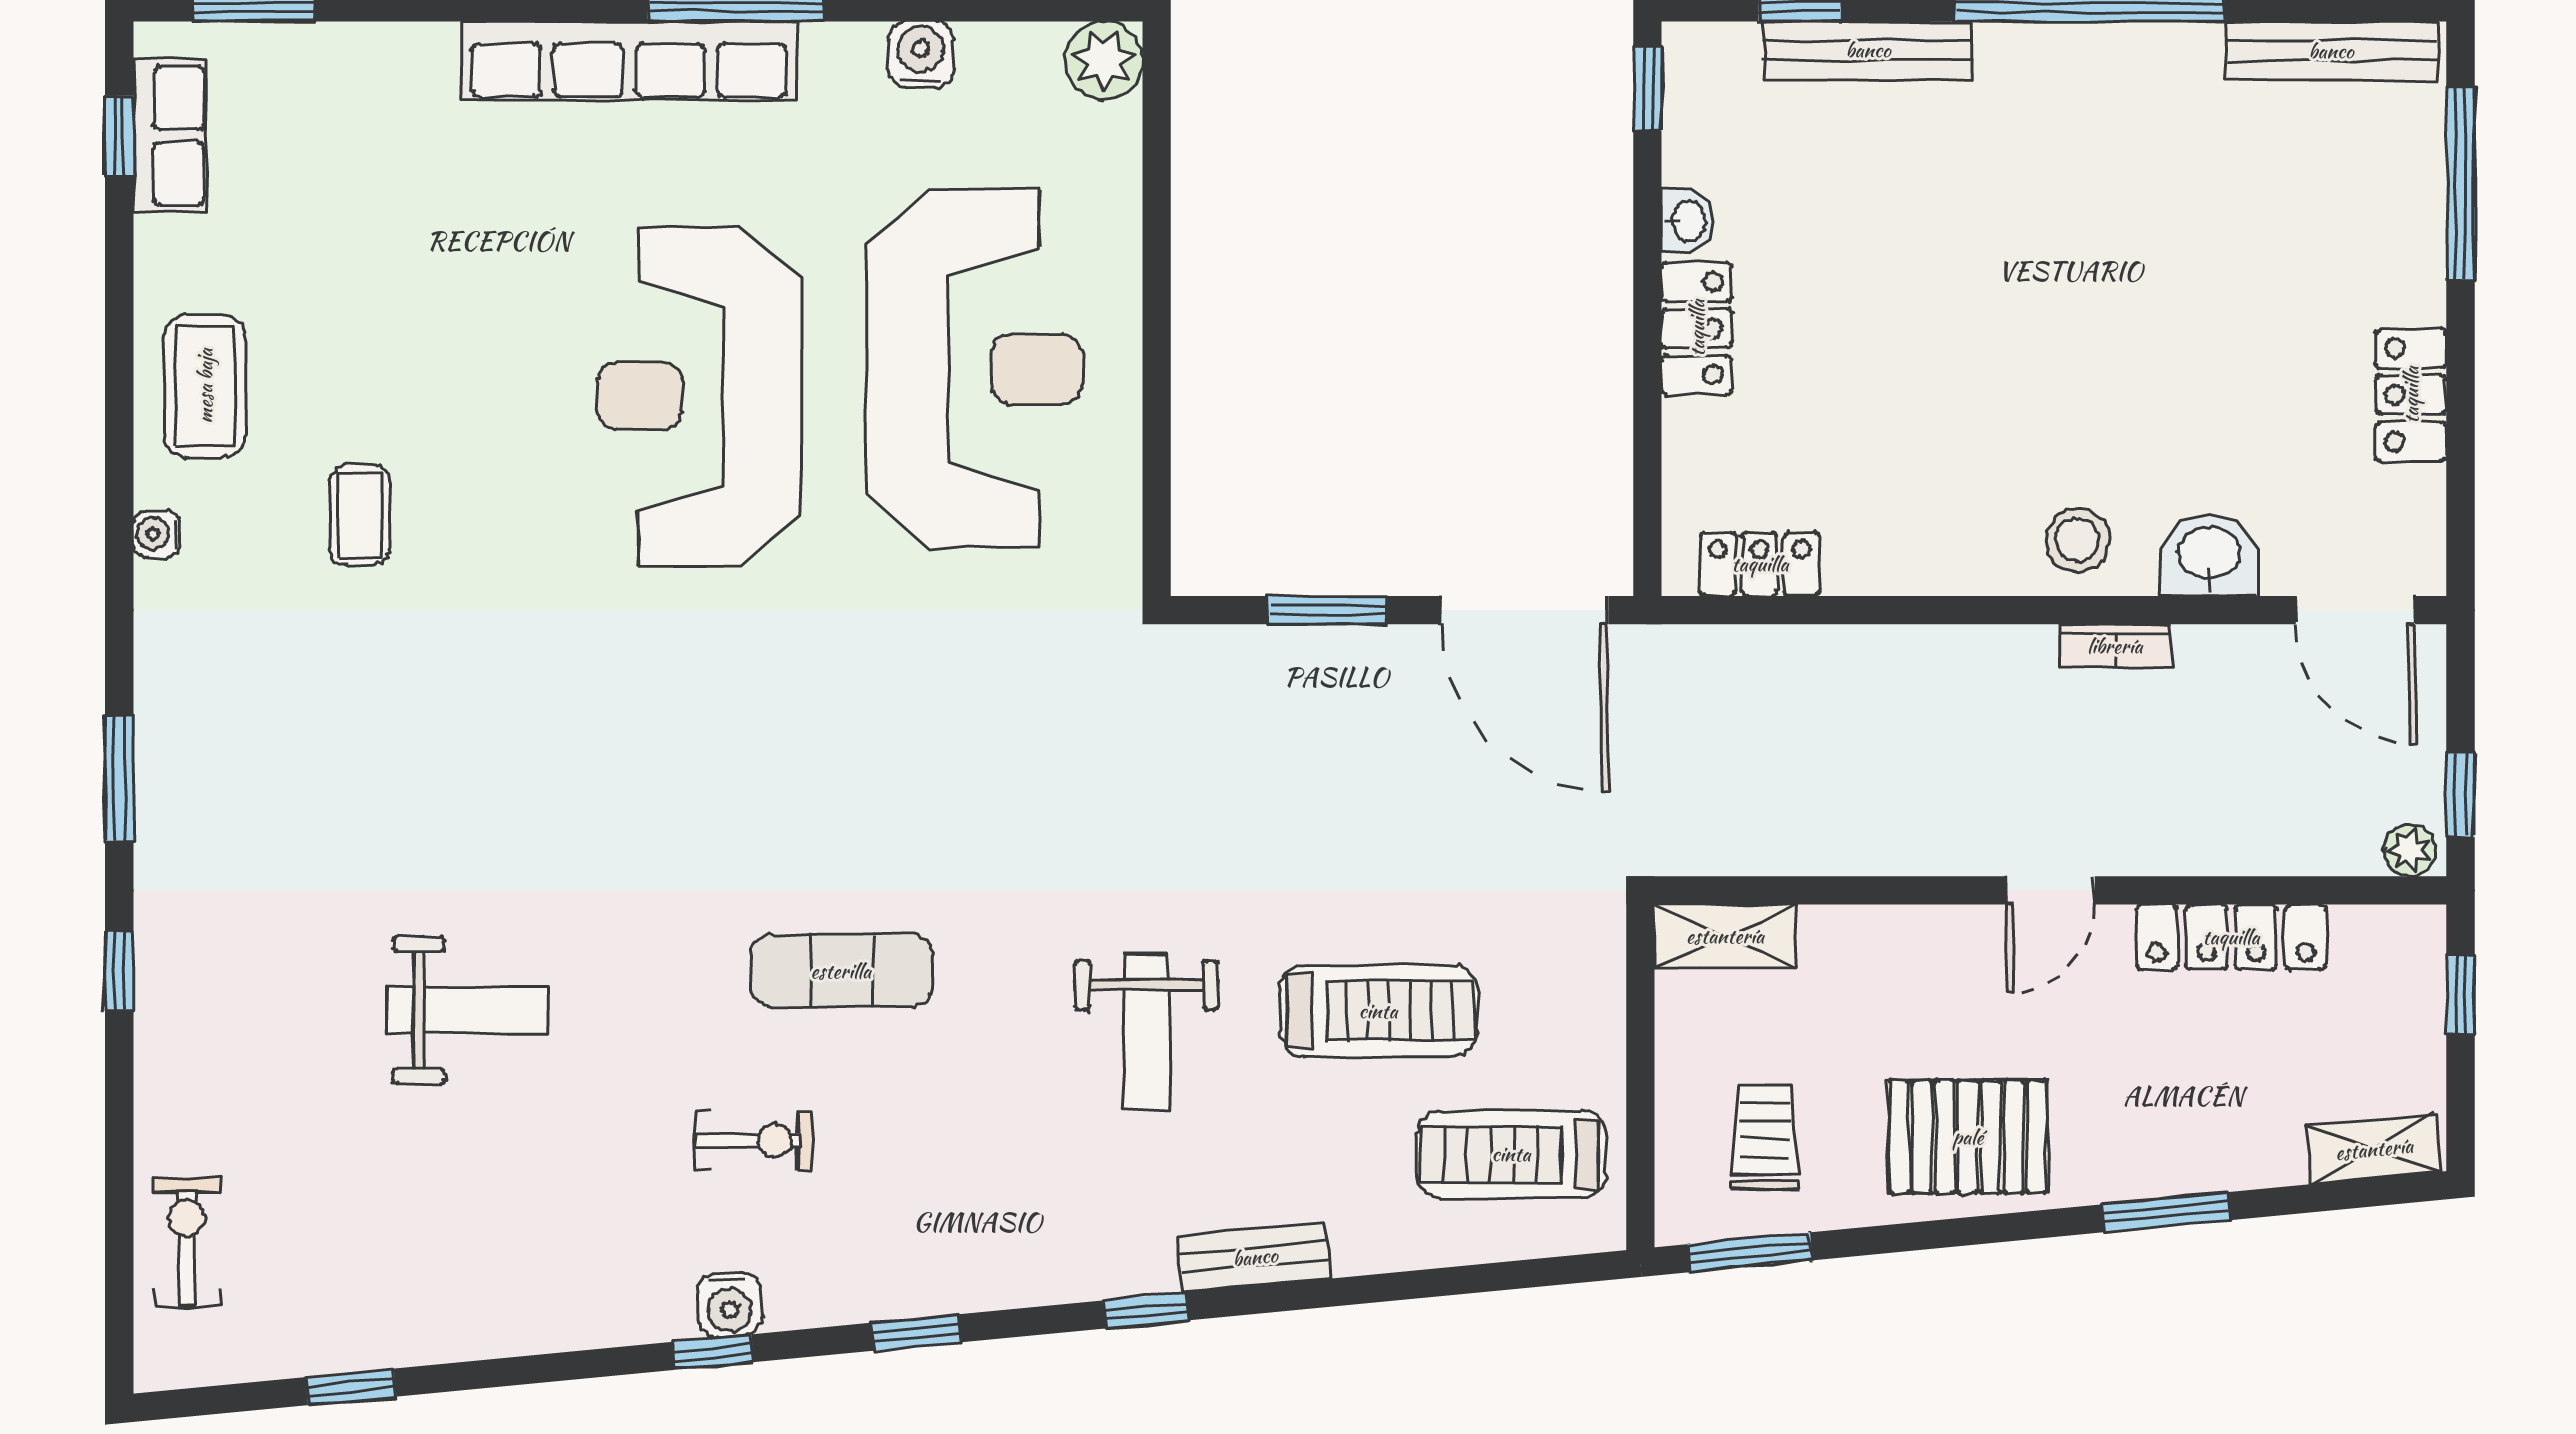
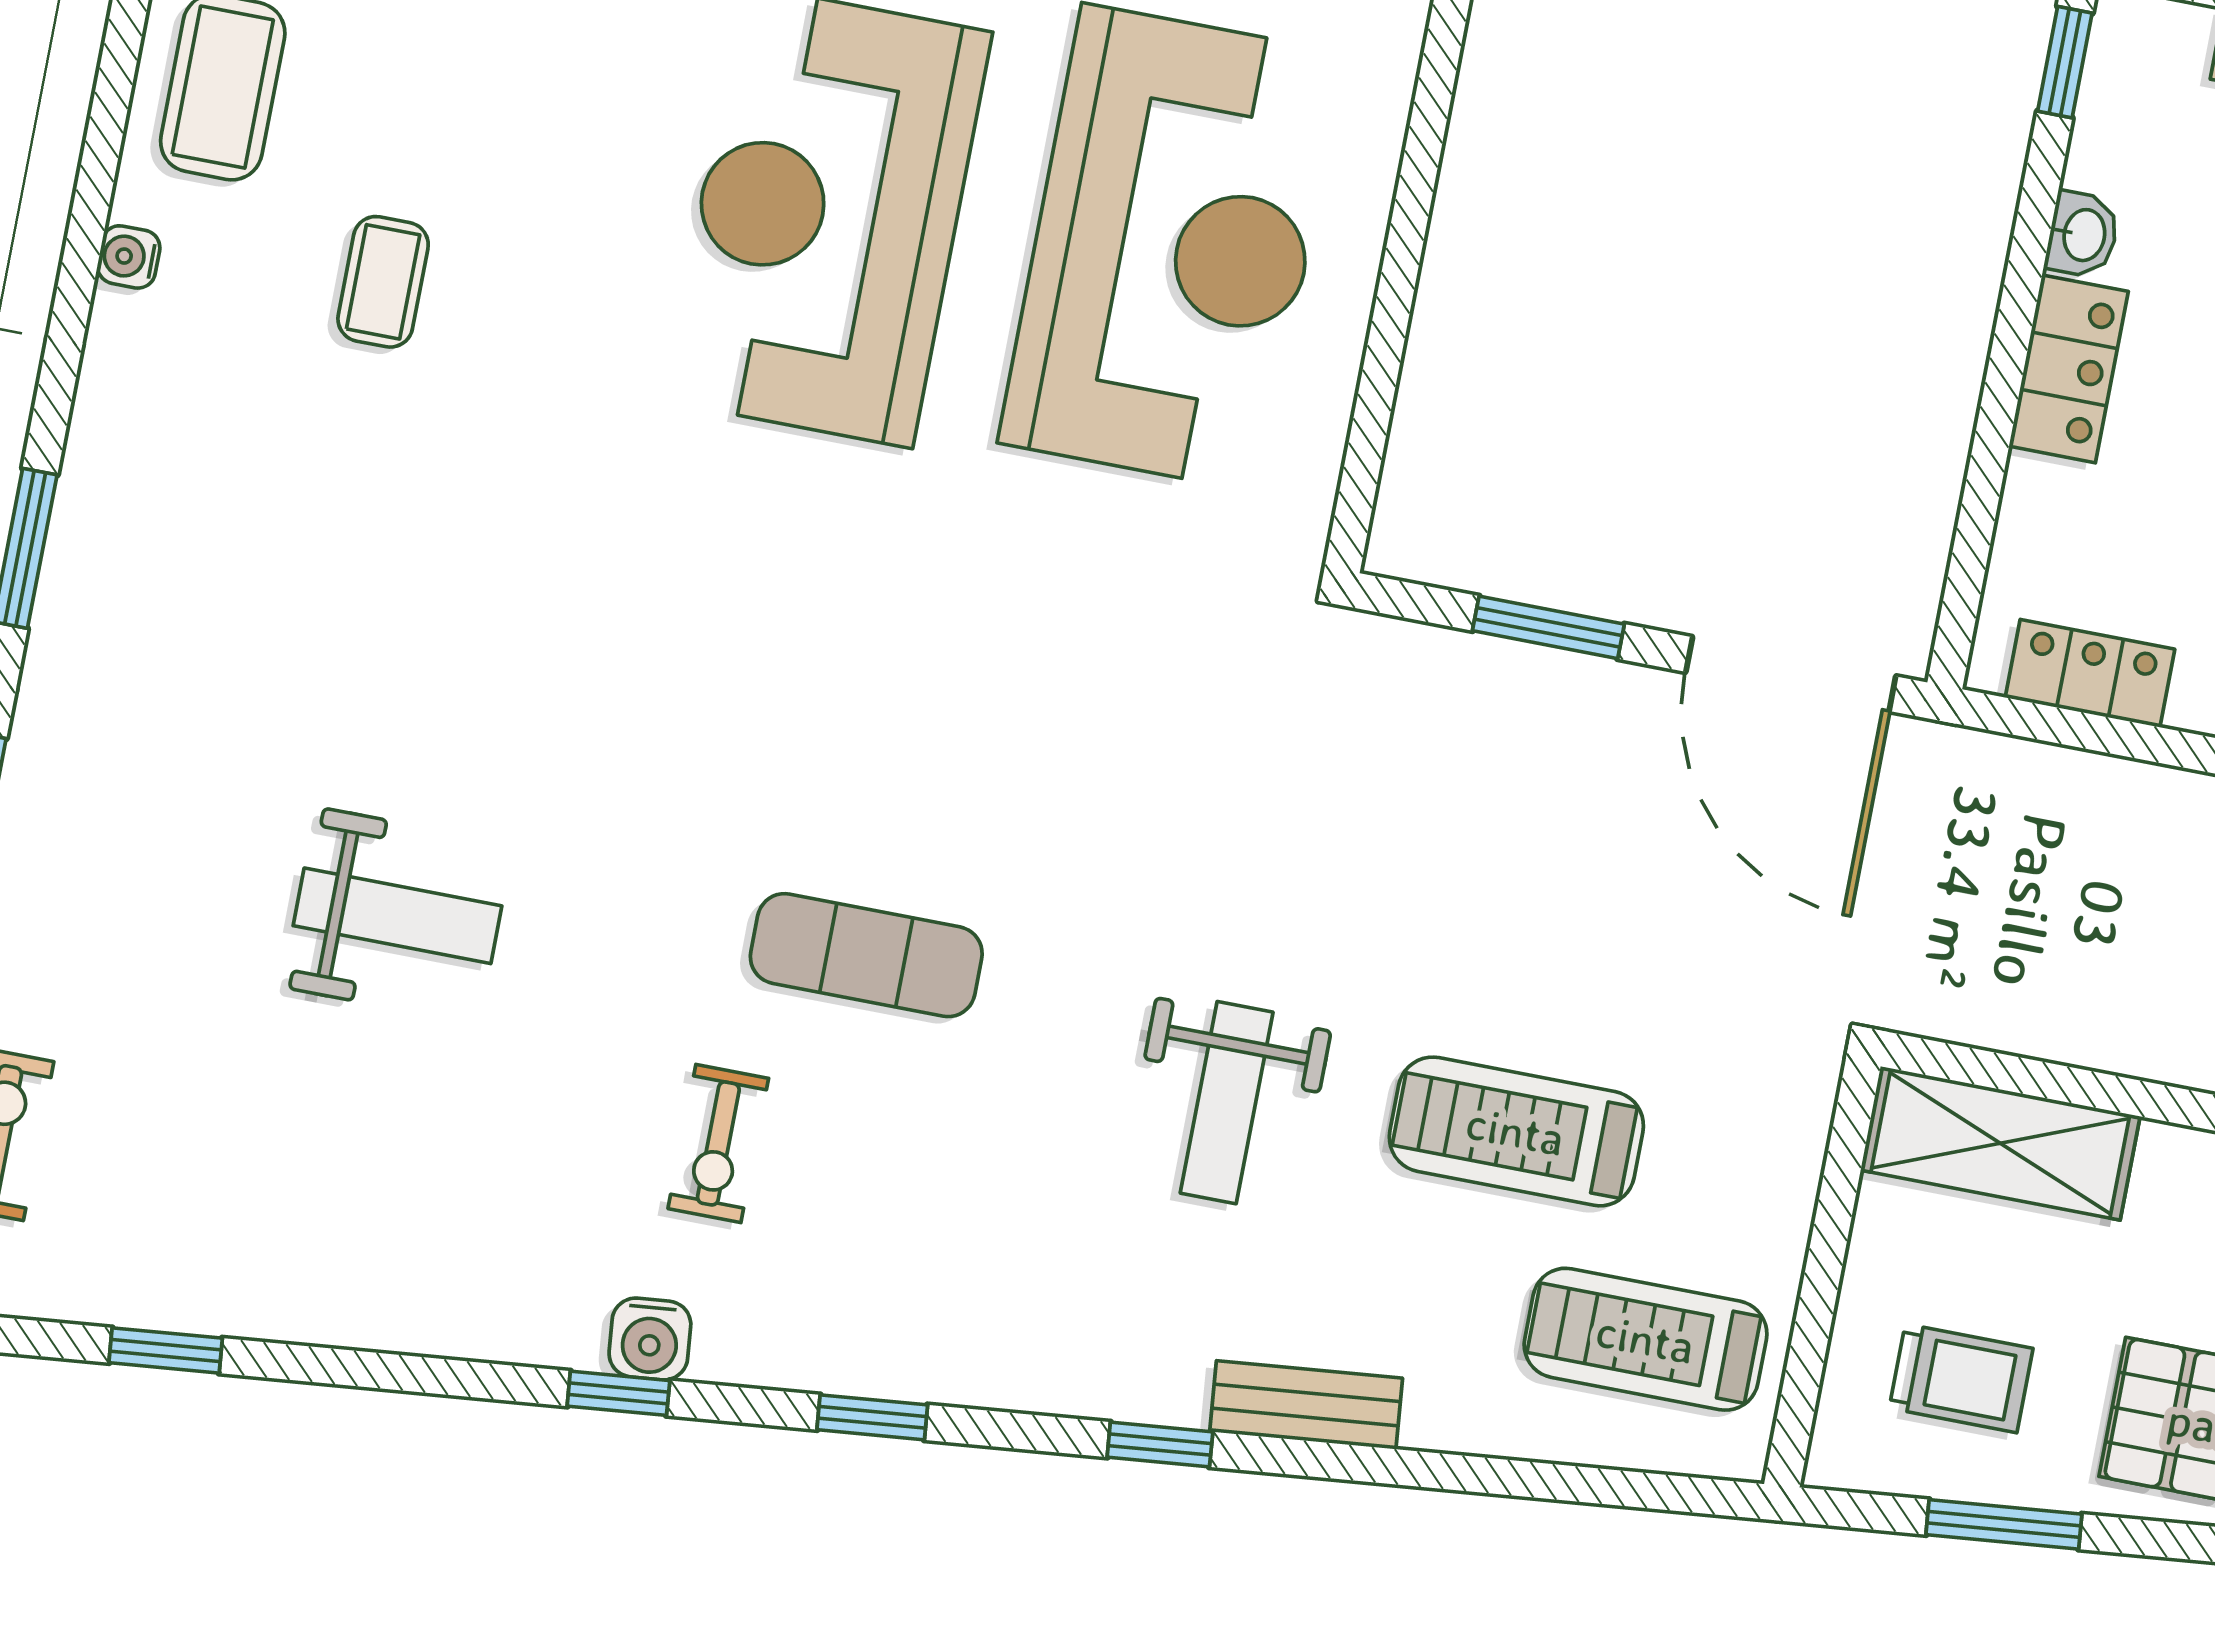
shelving: (1725, 936) -> (2000, 1143), width x1.50, depth x1.33
treadmill: (1378, 1011) -> (1516, 1131), turned 180
trolley: (1765, 1137) -> (1961, 1378), turned 90
exercise bike: (754, 1141) -> (718, 1143), turned 90
window: (1750, 1252) -> (2004, 1524), moved

